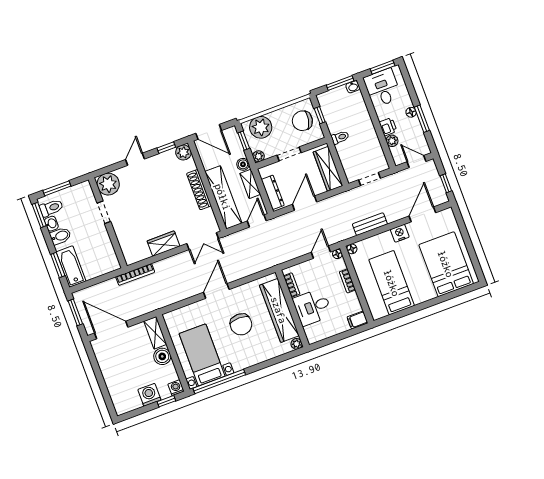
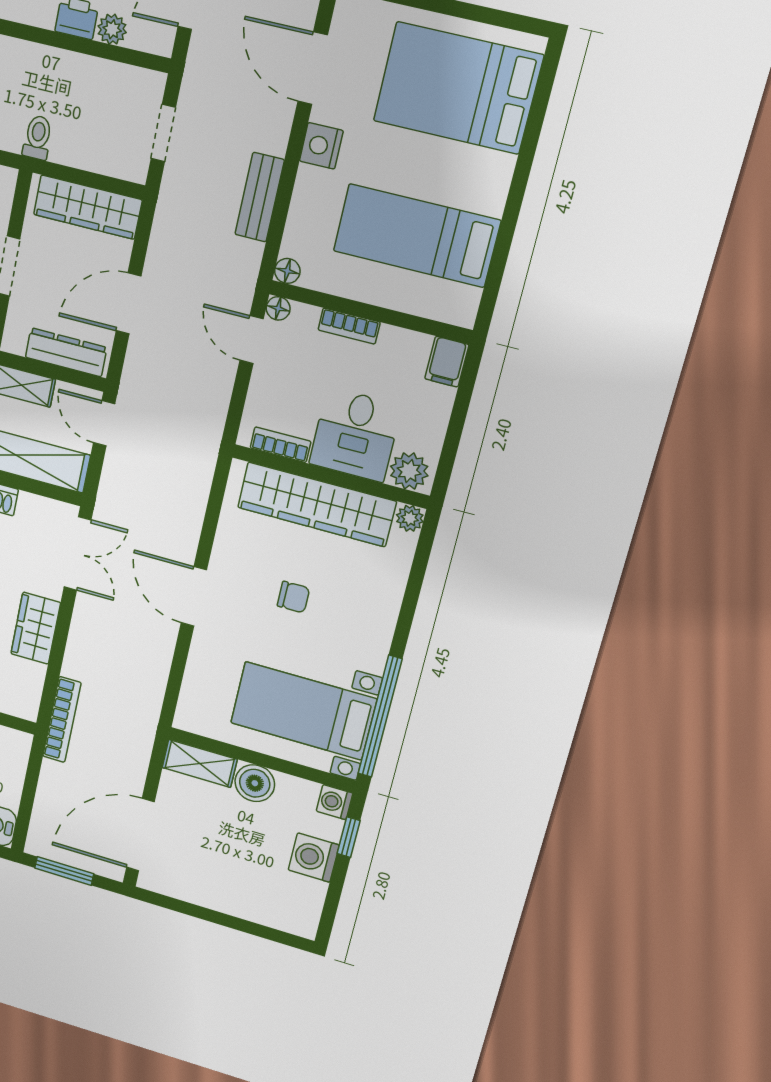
door: (305, 203) -> (129, 303), hinge flipped
chair: (241, 324) -> (293, 597), width x0.54, depth x0.54
plant: (313, 333) -> (409, 471), added

